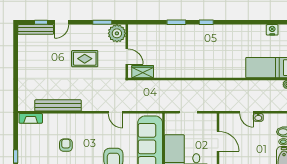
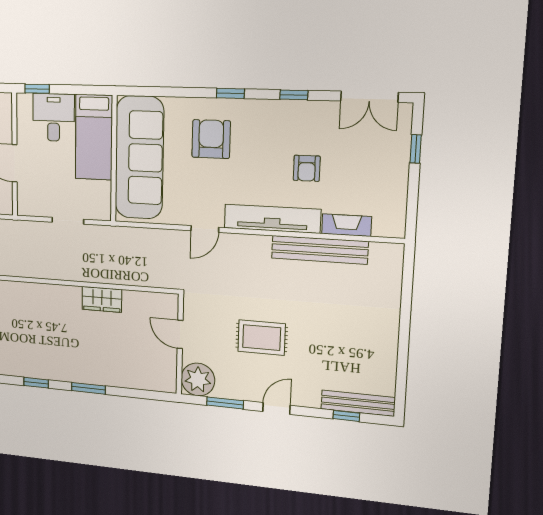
door: (62, 22) -> (276, 408), moved
wardrobe: (143, 72) -> (102, 299), moved
door: (115, 112) -> (205, 229), swing flipped
fireplace: (31, 118) -> (347, 225), moved
tv unit: (82, 119) -> (272, 219), added

